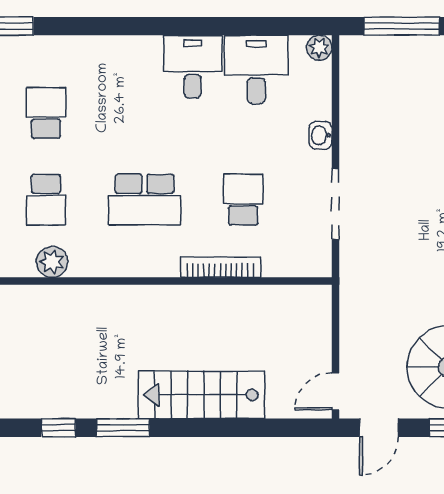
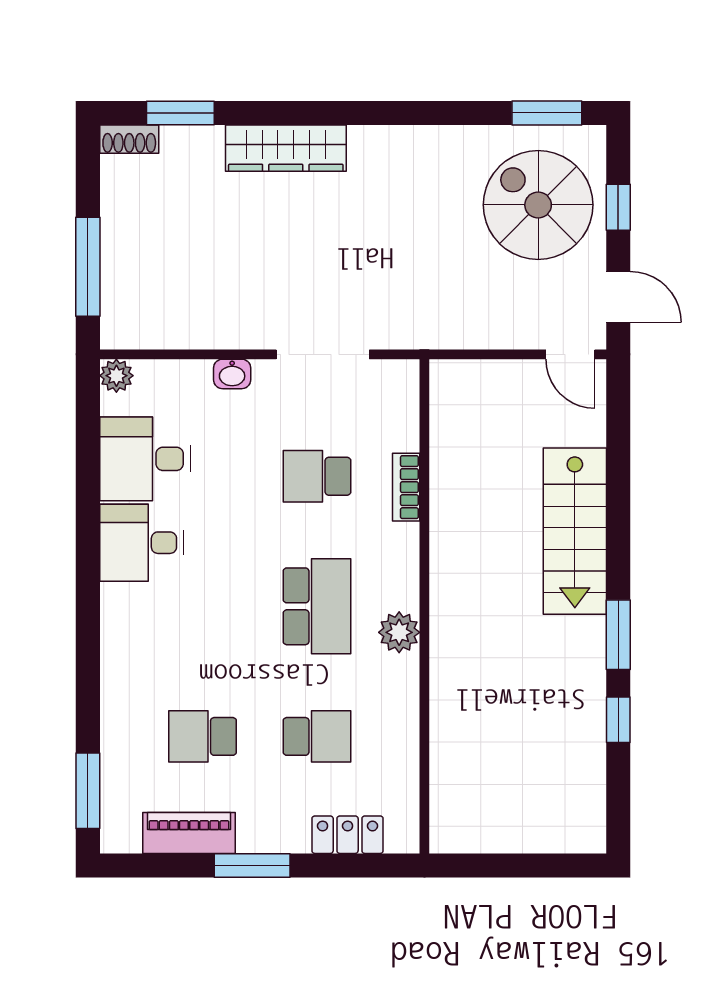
plant: (52, 262) -> (399, 632), moved
bookcase: (220, 267) -> (406, 487), width x0.64

